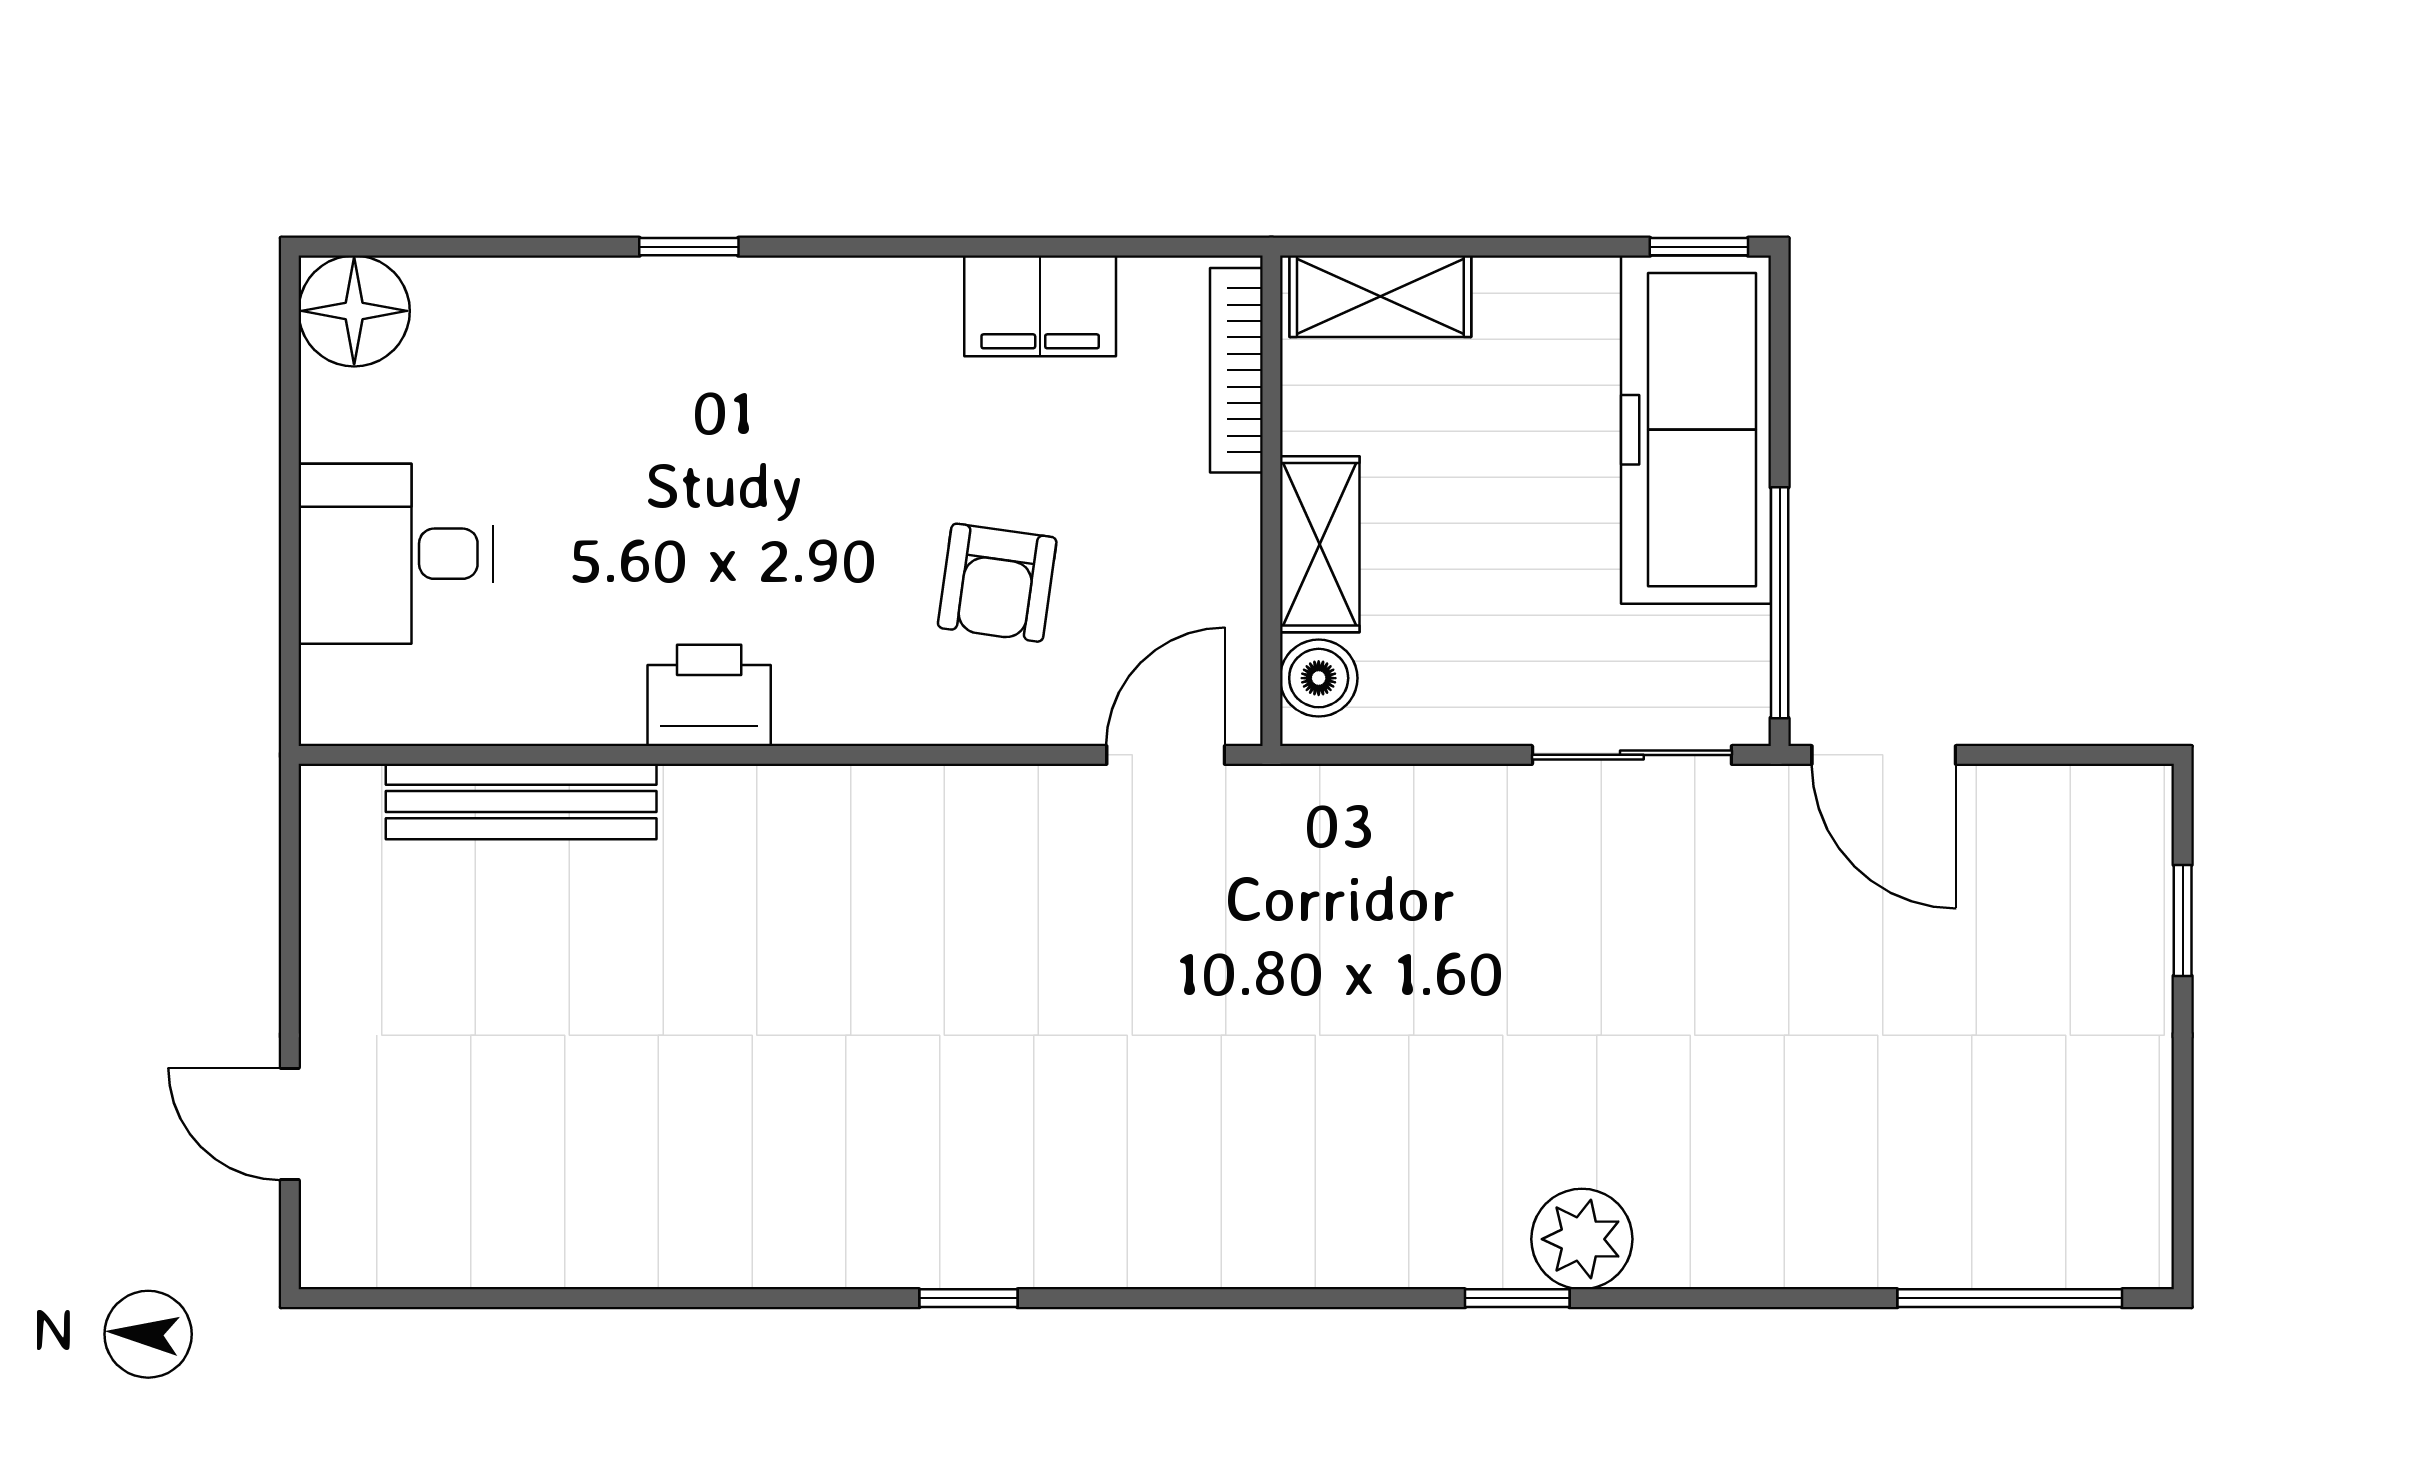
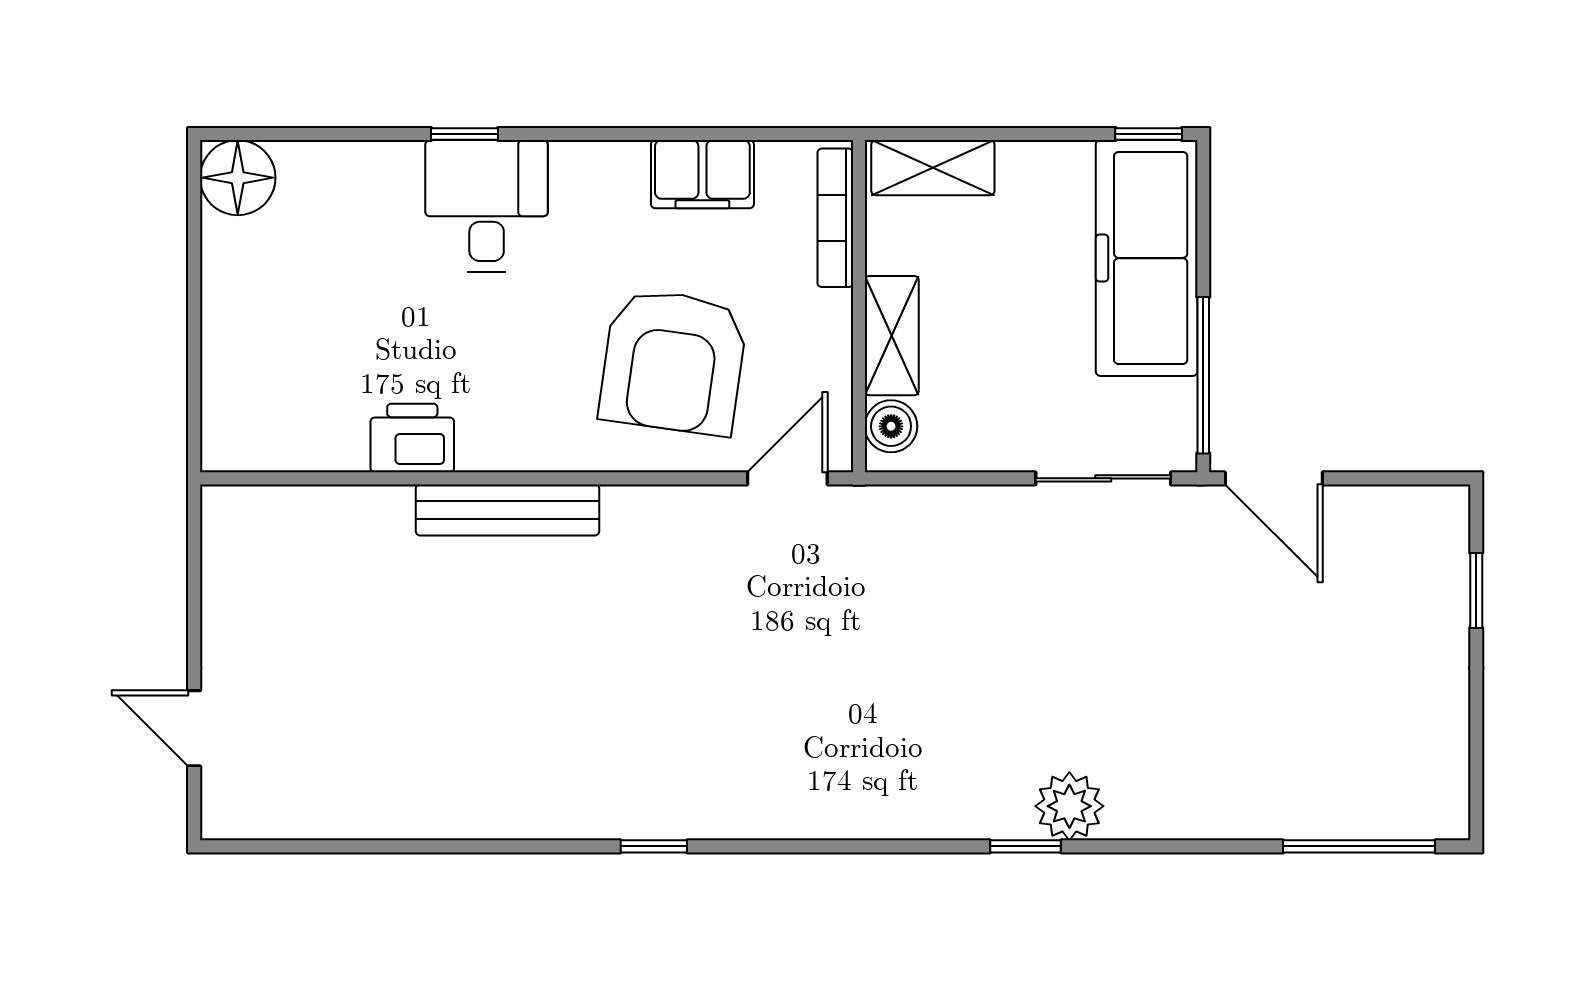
desk: (396, 554) -> (487, 206), moved, turned 90
armchair: (997, 583) -> (673, 362), width x1.88, depth x1.88
printer: (709, 695) -> (412, 438), moved
bench: (521, 802) -> (507, 510), moved

